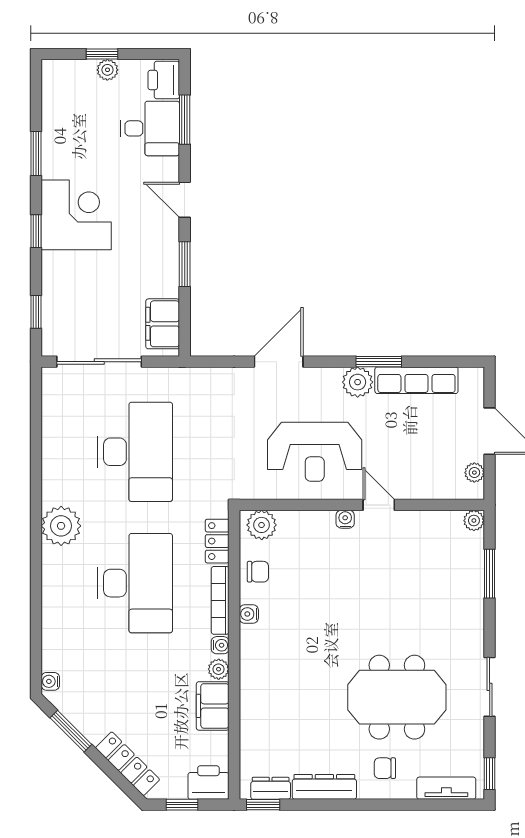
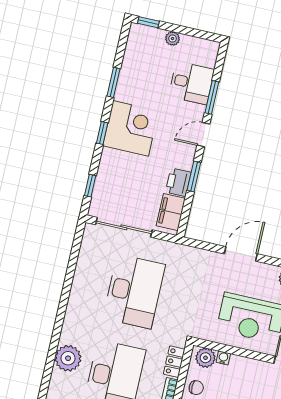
window: (102, 54) -> (148, 22), moved
printer: (164, 80) -> (178, 182), moved
window: (185, 120) -> (212, 97), moved
door: (185, 200) -> (203, 135), hinge flipped
water cooler: (345, 519) -> (223, 358), moved
plant: (61, 526) -> (68, 358), moved

